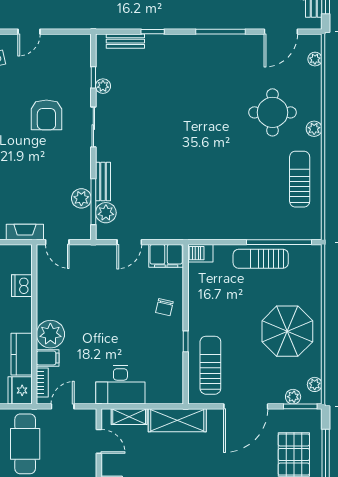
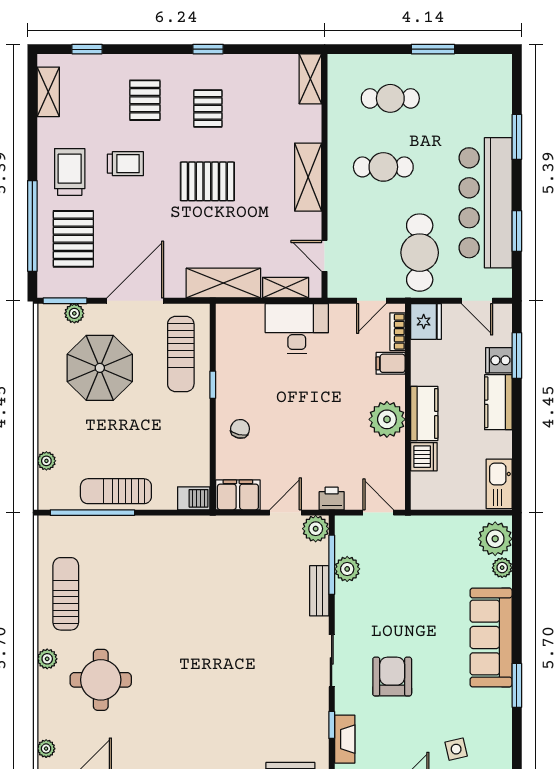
plant: (103, 86) -> (319, 714), removed
sun lounger: (300, 179) -> (66, 594), turned 180
plant: (106, 213) -> (316, 529), moved
fireplace: (25, 232) -> (345, 739), moved, turned -90
printer: (93, 253) -> (332, 498), added
sun lounger: (261, 259) -> (116, 491), turned 180
parasol: (287, 331) -> (100, 368), moved
plant: (50, 334) -> (387, 419), moved
kitchen counter: (22, 354) -> (424, 413), moved
plant: (315, 384) -> (46, 461), moved

